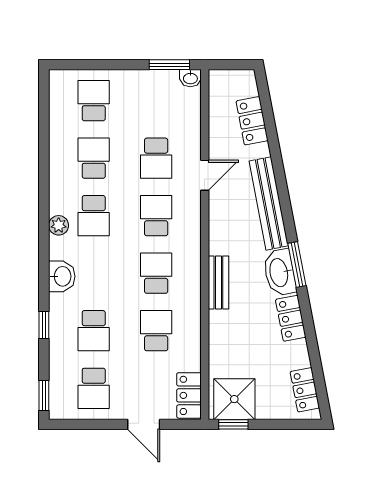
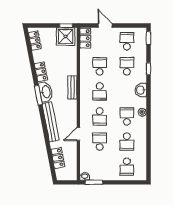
school desk: (156, 331) -> (100, 66), turned 180

